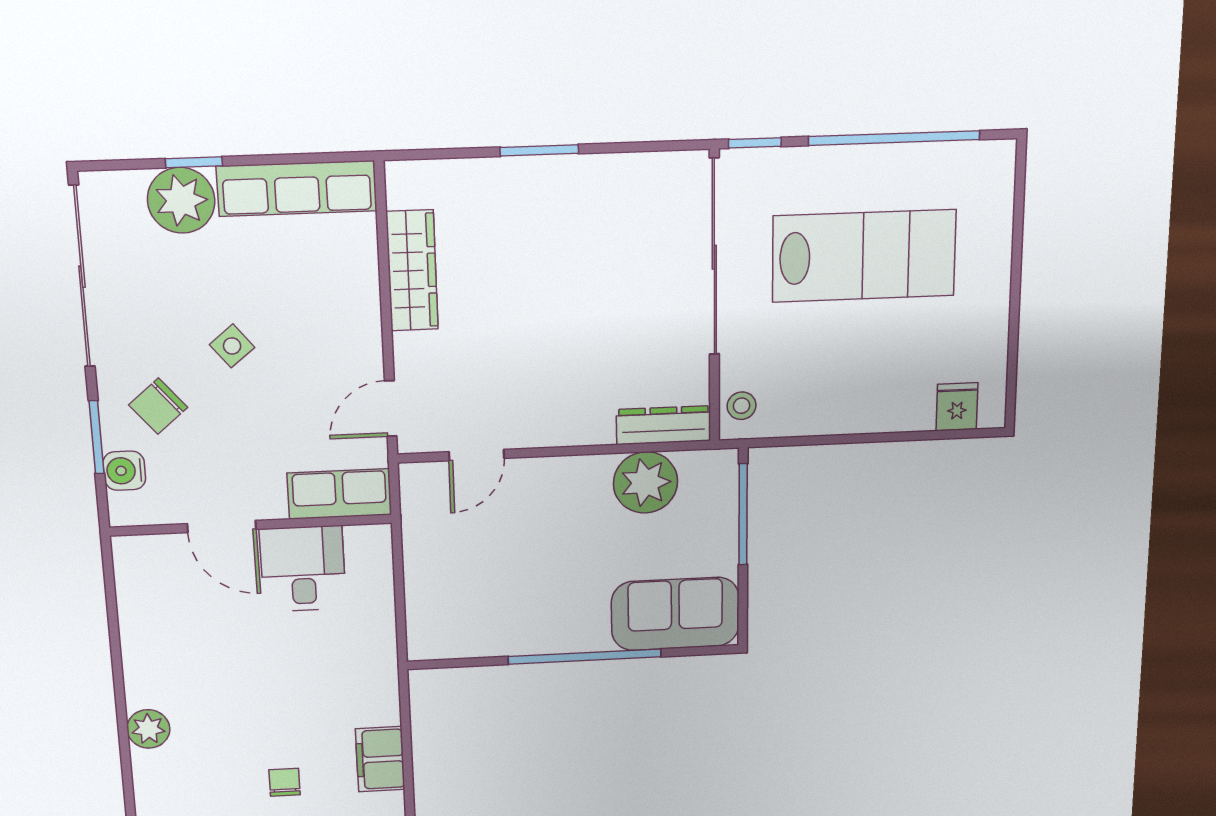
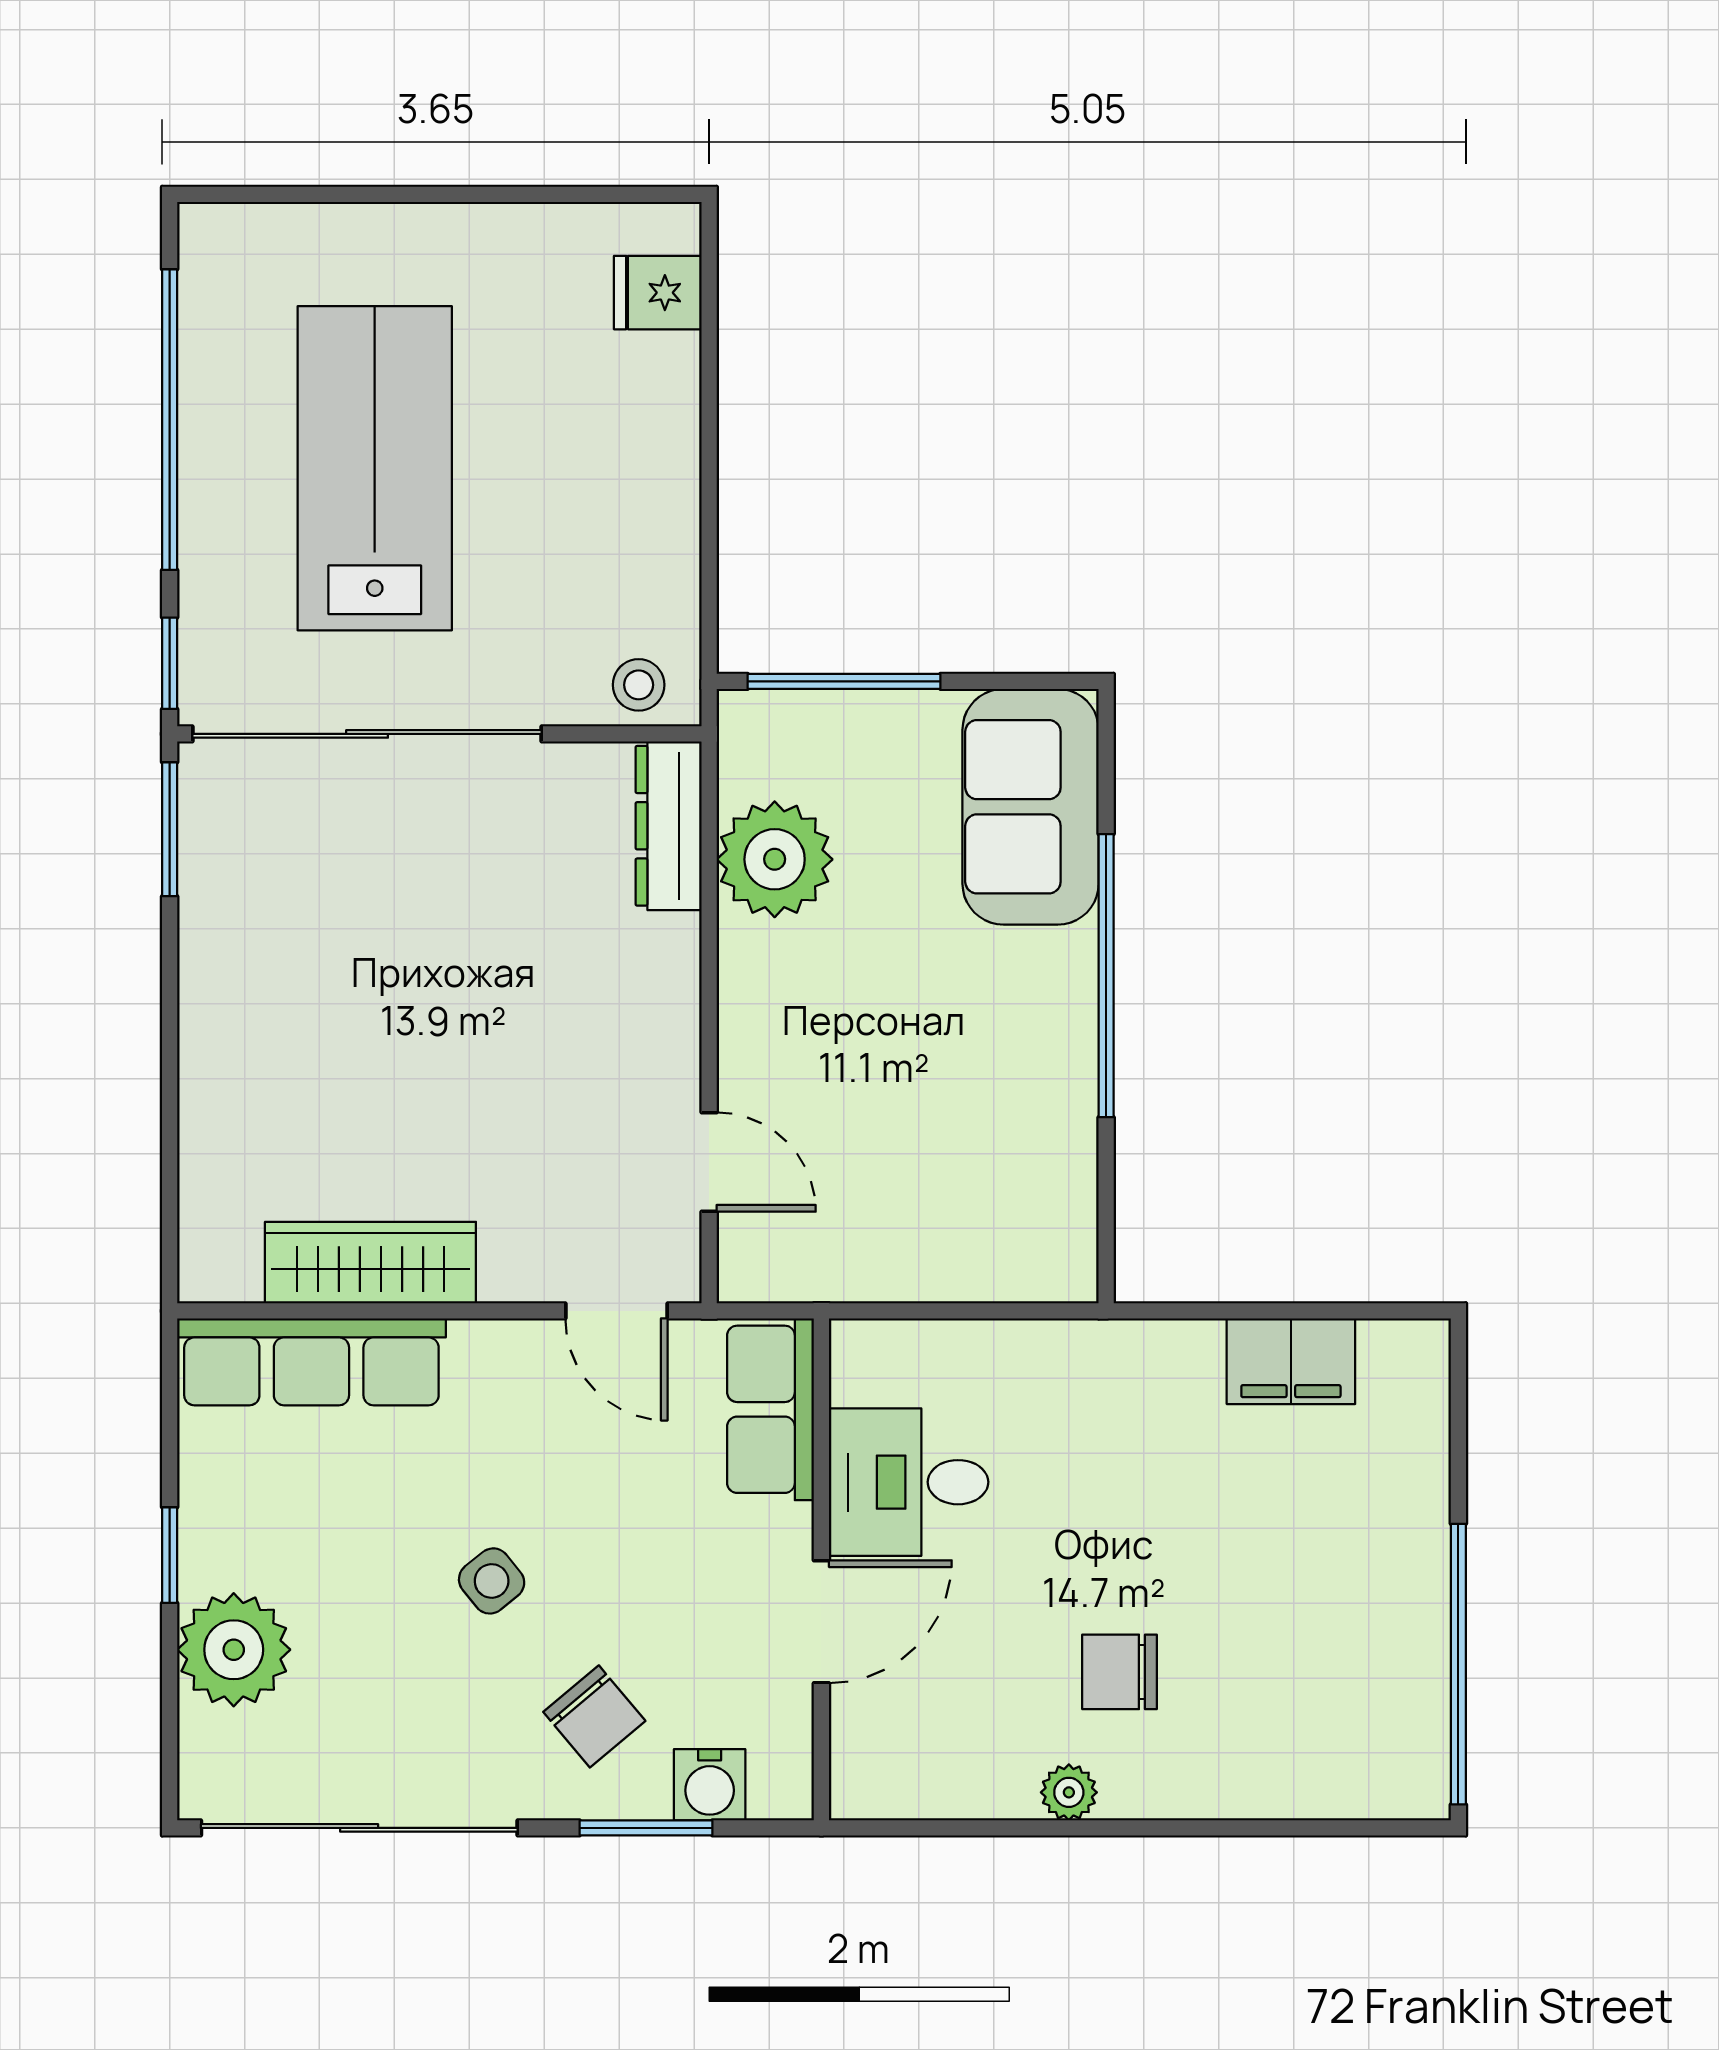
window: (539, 150) -> (170, 829), moved
window: (194, 162) -> (170, 1555), moved
row of seats: (297, 189) -> (311, 1362), moved, turned 90
plant: (148, 729) -> (1069, 1792), moved, width x0.73, depth x0.73
chair: (285, 782) -> (1120, 1672), moved, width x1.37, depth x1.37

